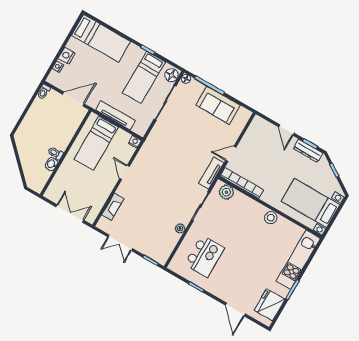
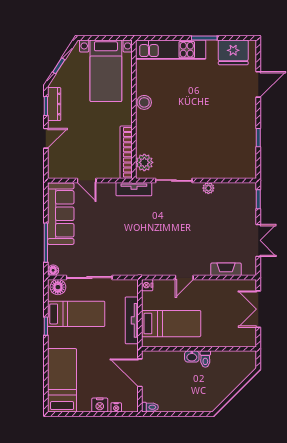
sofa: (218, 105) -> (61, 214), width x1.36
door: (231, 154) -> (87, 180), moved
washbasin: (52, 164) -> (192, 356), moved
kitchen island: (204, 256) -> (222, 147), removed

